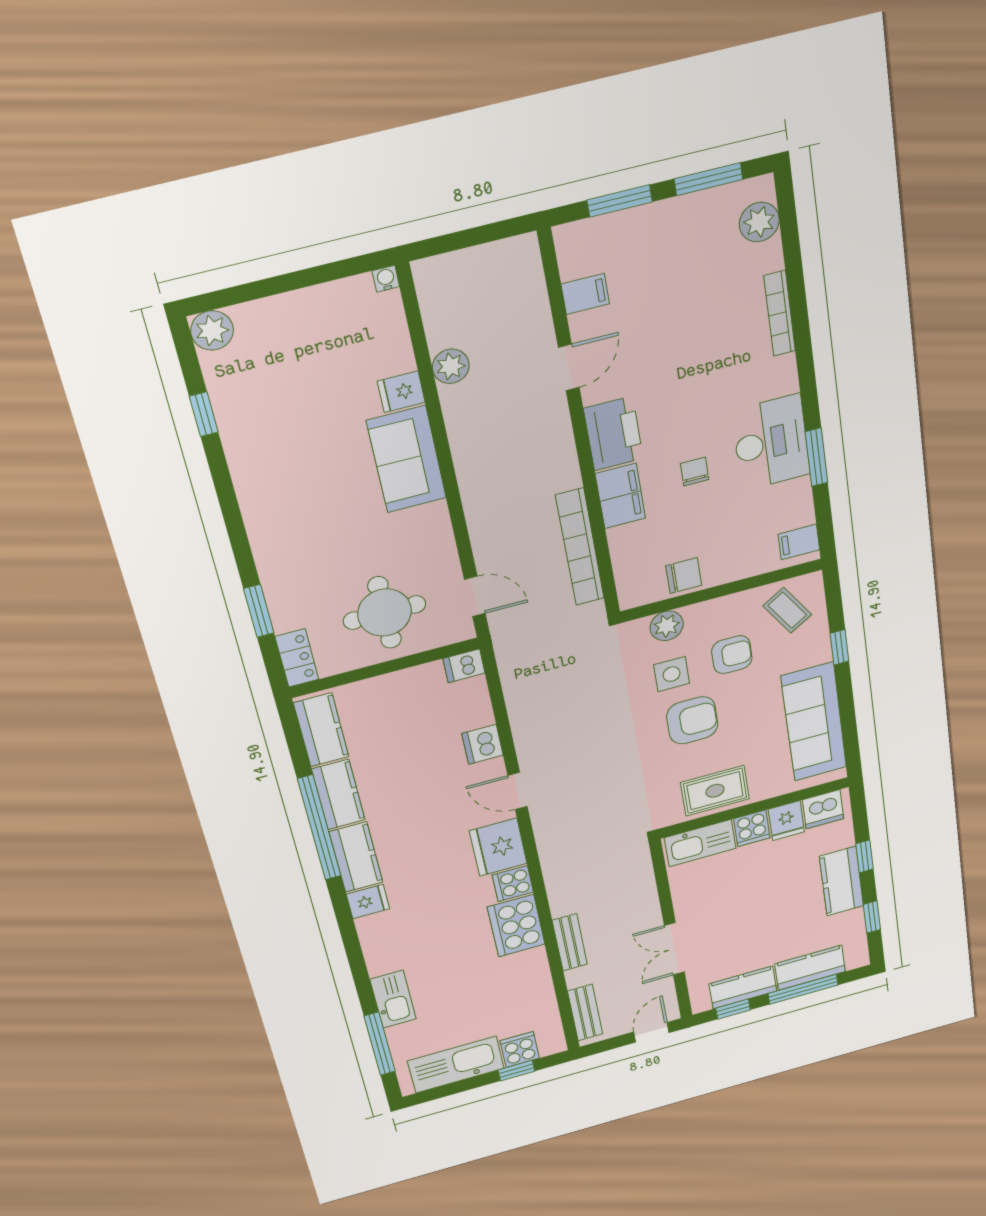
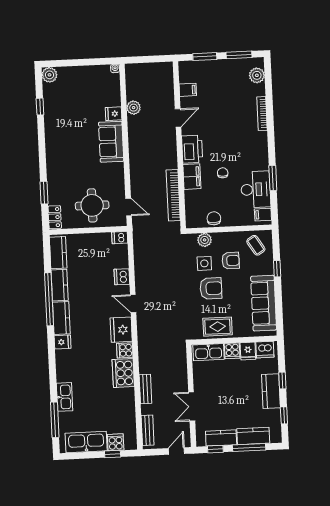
desk: (771, 442) -> (256, 189), moved
chair: (684, 576) -> (214, 218), turned -90

